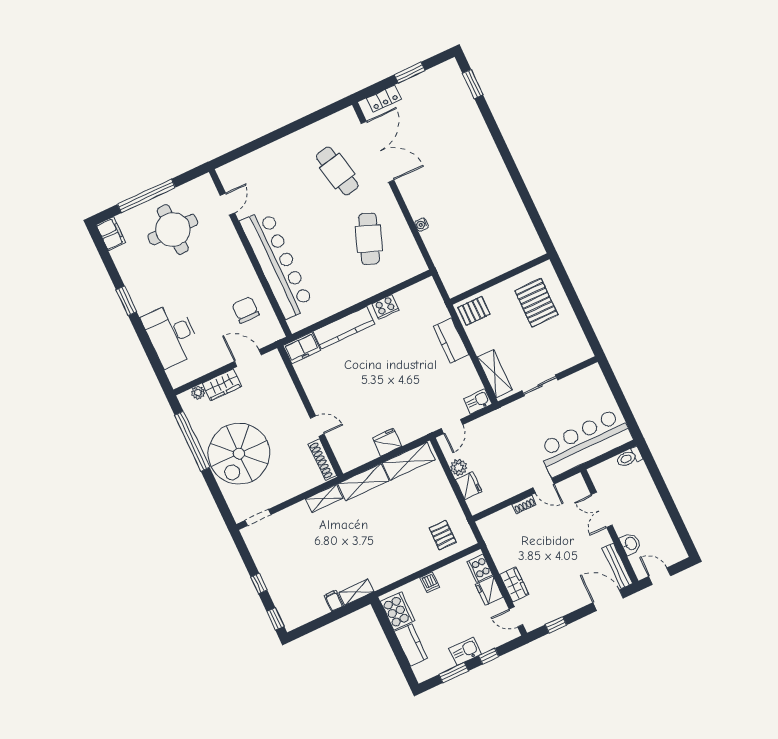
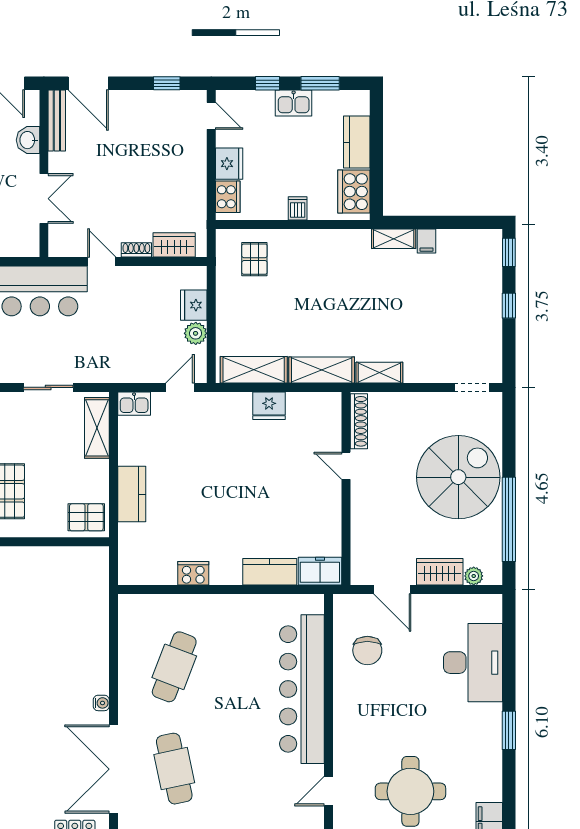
water cooler: (421, 225) -> (101, 703), moved
kitchen counter: (344, 328) -> (270, 572), width x0.67
wardrobe: (514, 584) -> (174, 245), moved, turned 90

